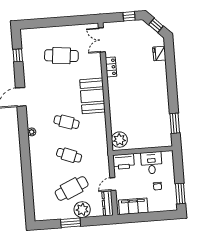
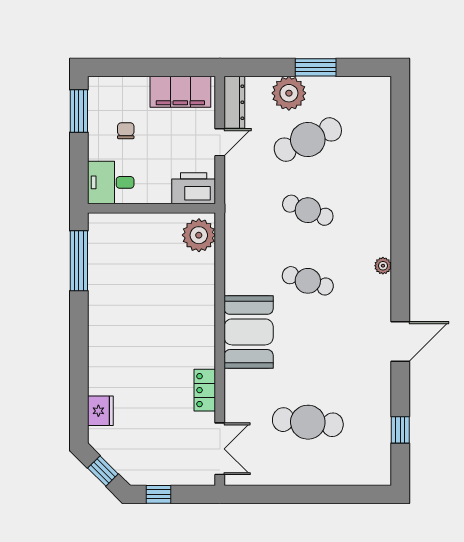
window: (175, 123) -> (79, 261), width x1.44
desk: (151, 163) -> (111, 182), moved, turned 90

